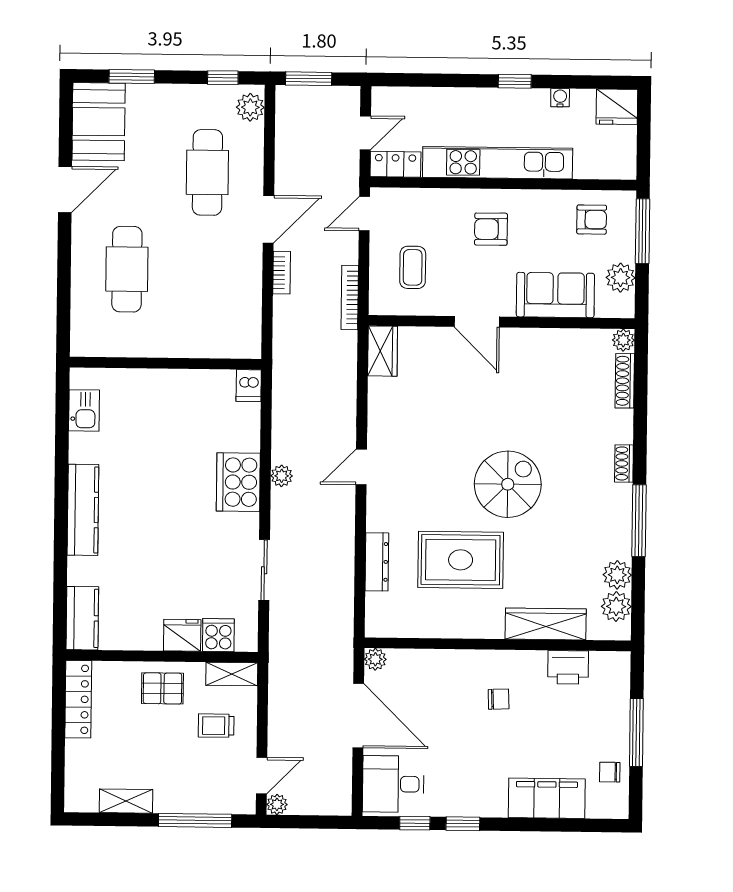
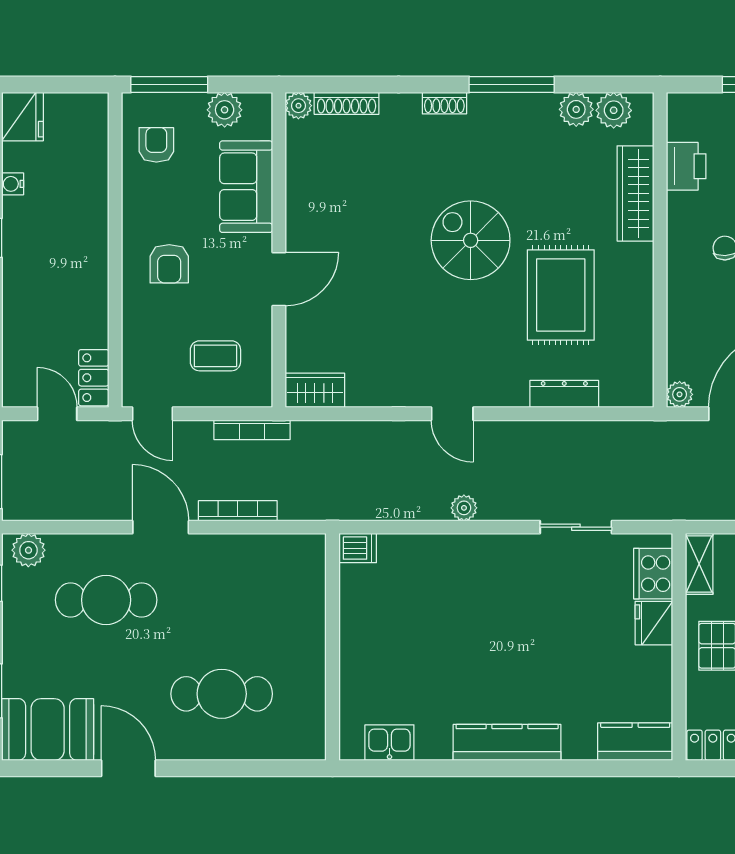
kitchen unit: (498, 163) -> (90, 257), removed
bookcase: (282, 273) -> (238, 511), width x1.56
cooker: (238, 482) -> (472, 559), removed
cooker: (218, 635) -> (653, 574), width x1.36

